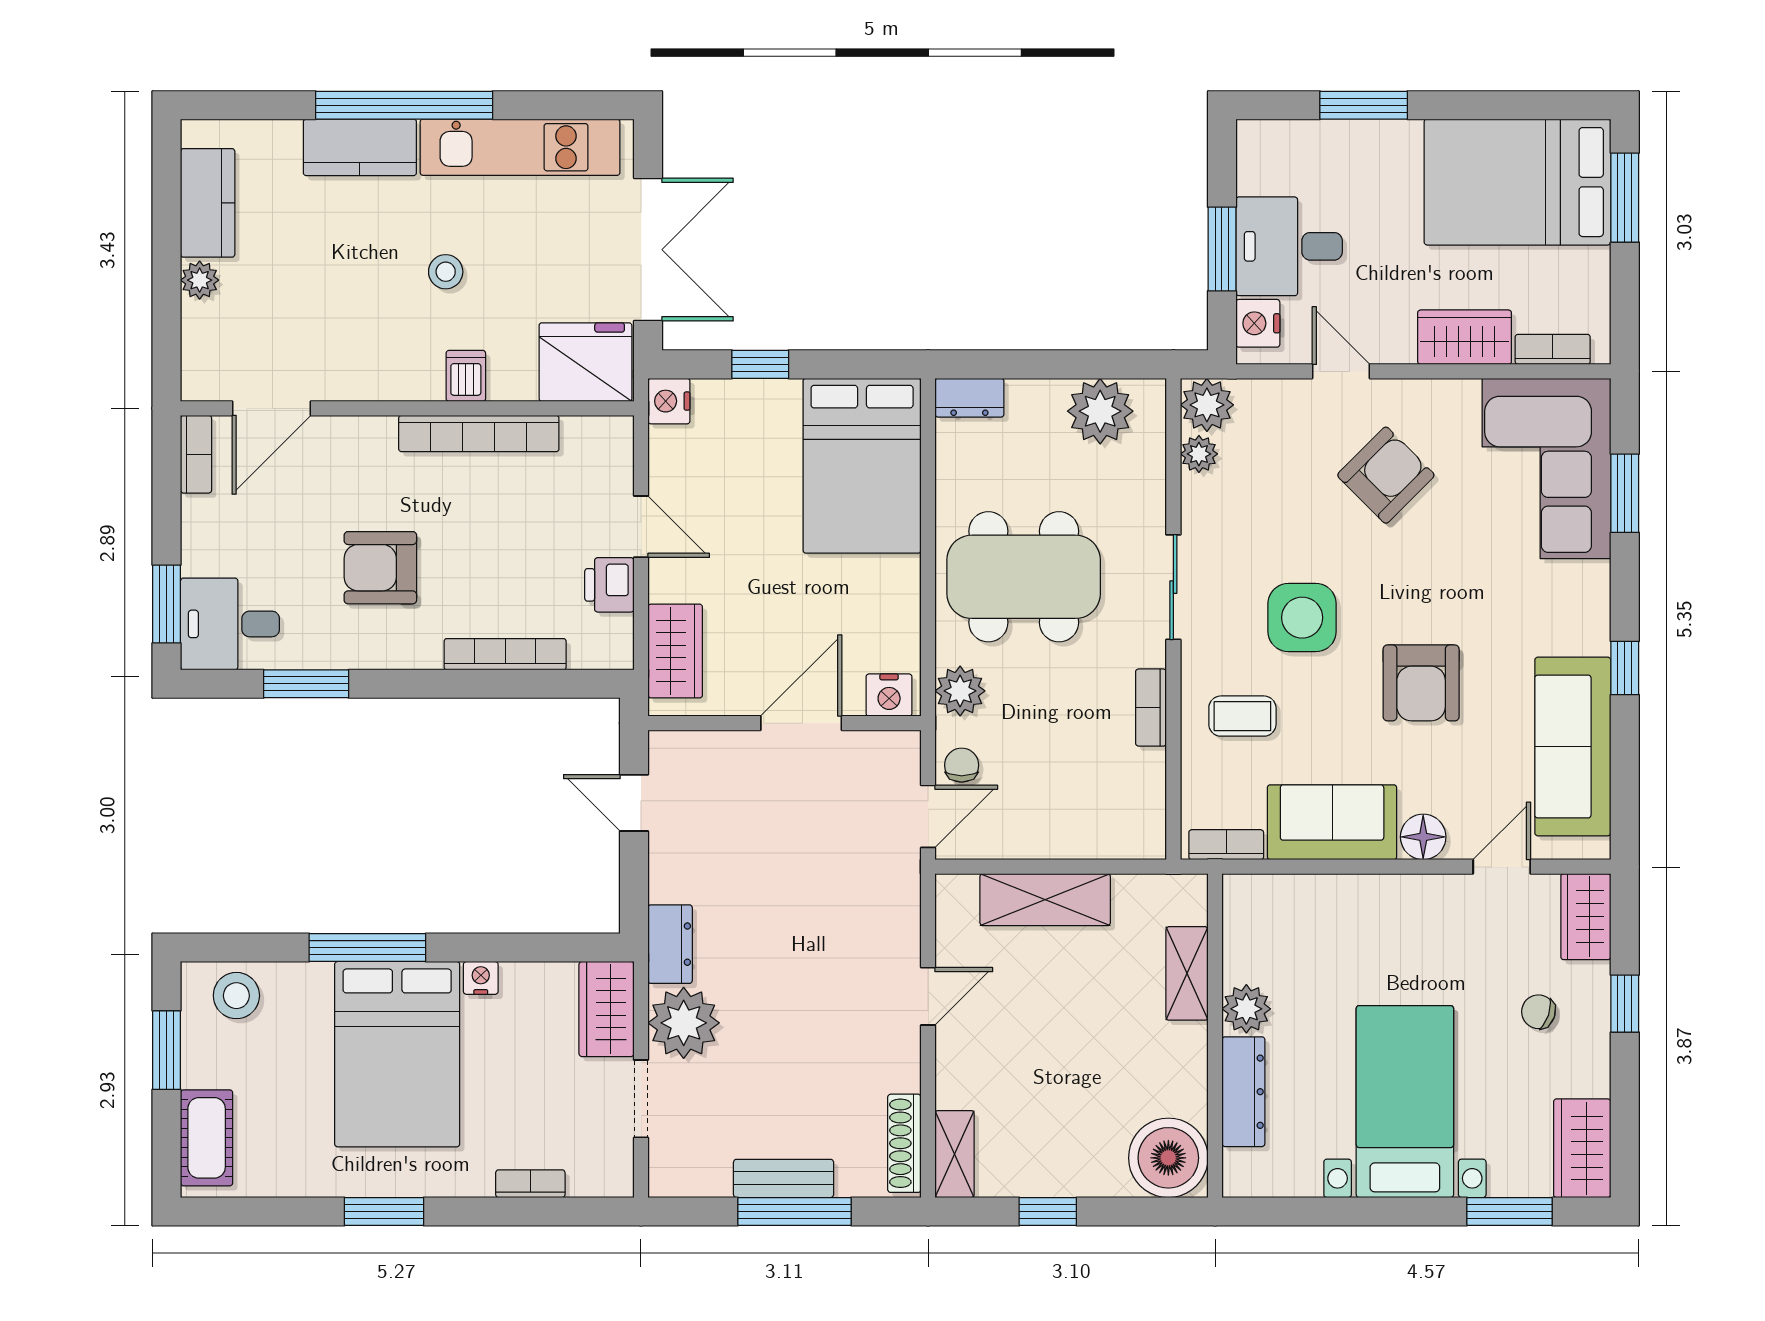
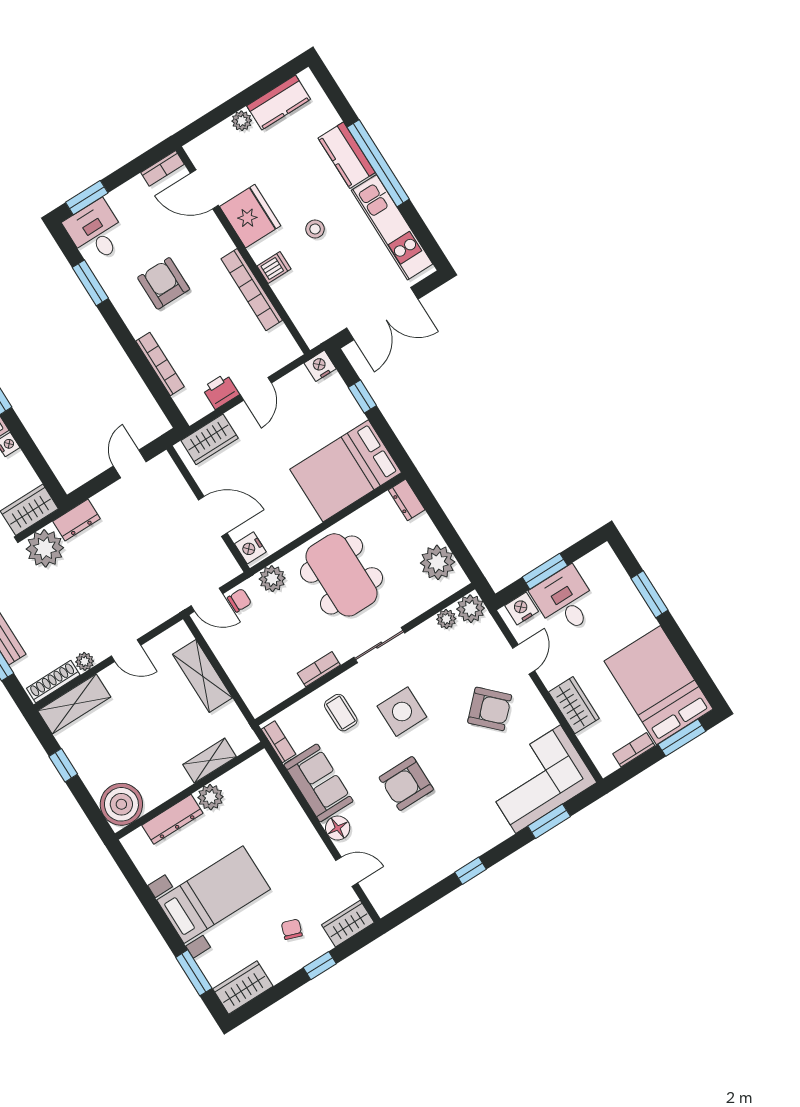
bookcase: (1553, 349) -> (634, 750), moved, turned -90
fridge: (585, 362) -> (250, 216), moved
sofa: (1573, 746) -> (421, 870), removed
plant: (904, 1073) -> (85, 661), added
shelving: (955, 1154) -> (74, 704), width x1.50, depth x1.33

